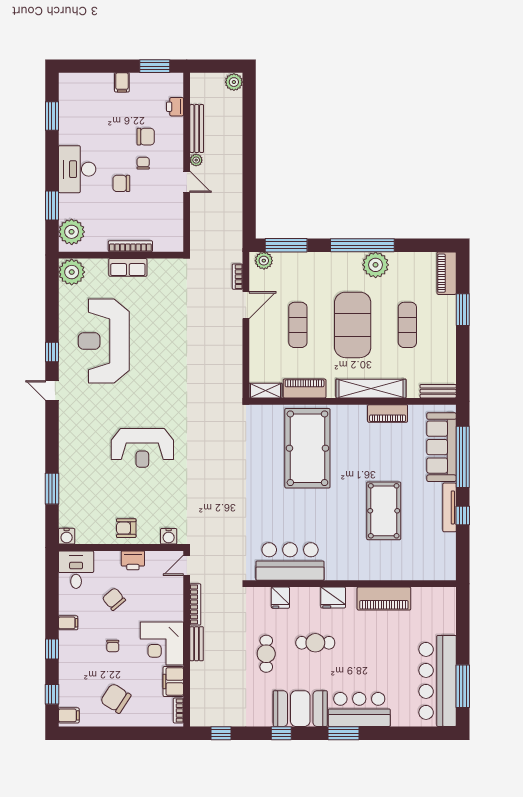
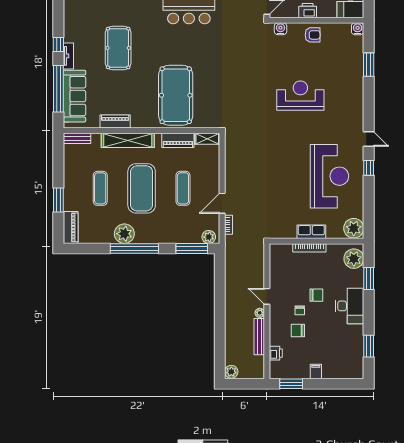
tv unit: (450, 507) -> (68, 56), width x0.71

